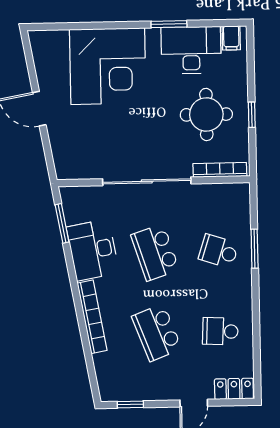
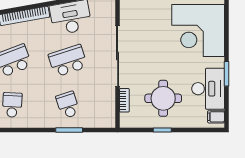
bookcase: (220, 170) -> (124, 100), width x0.64
school desk: (219, 251) -> (68, 105), turned -36

